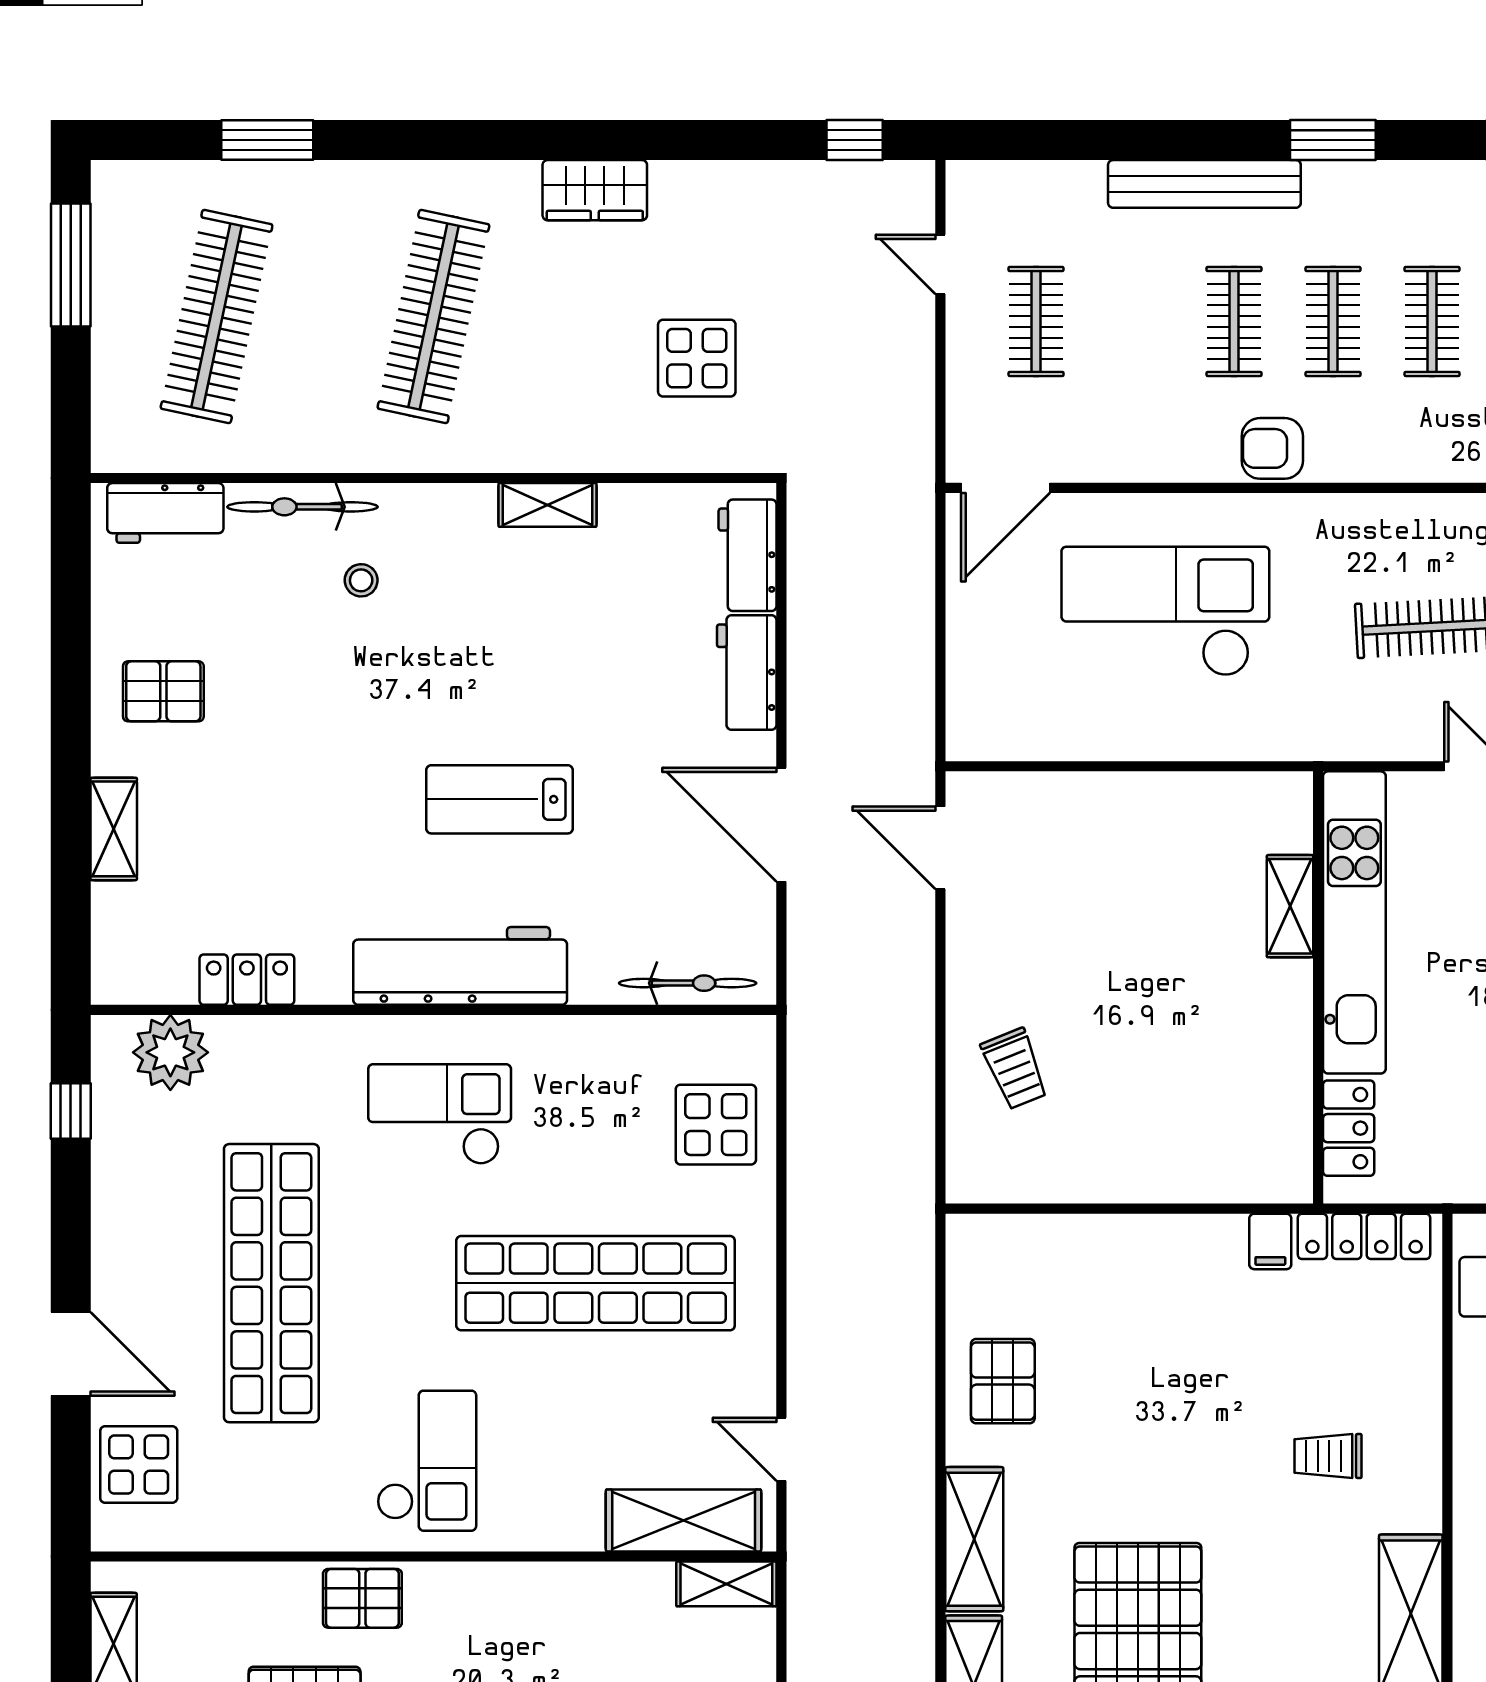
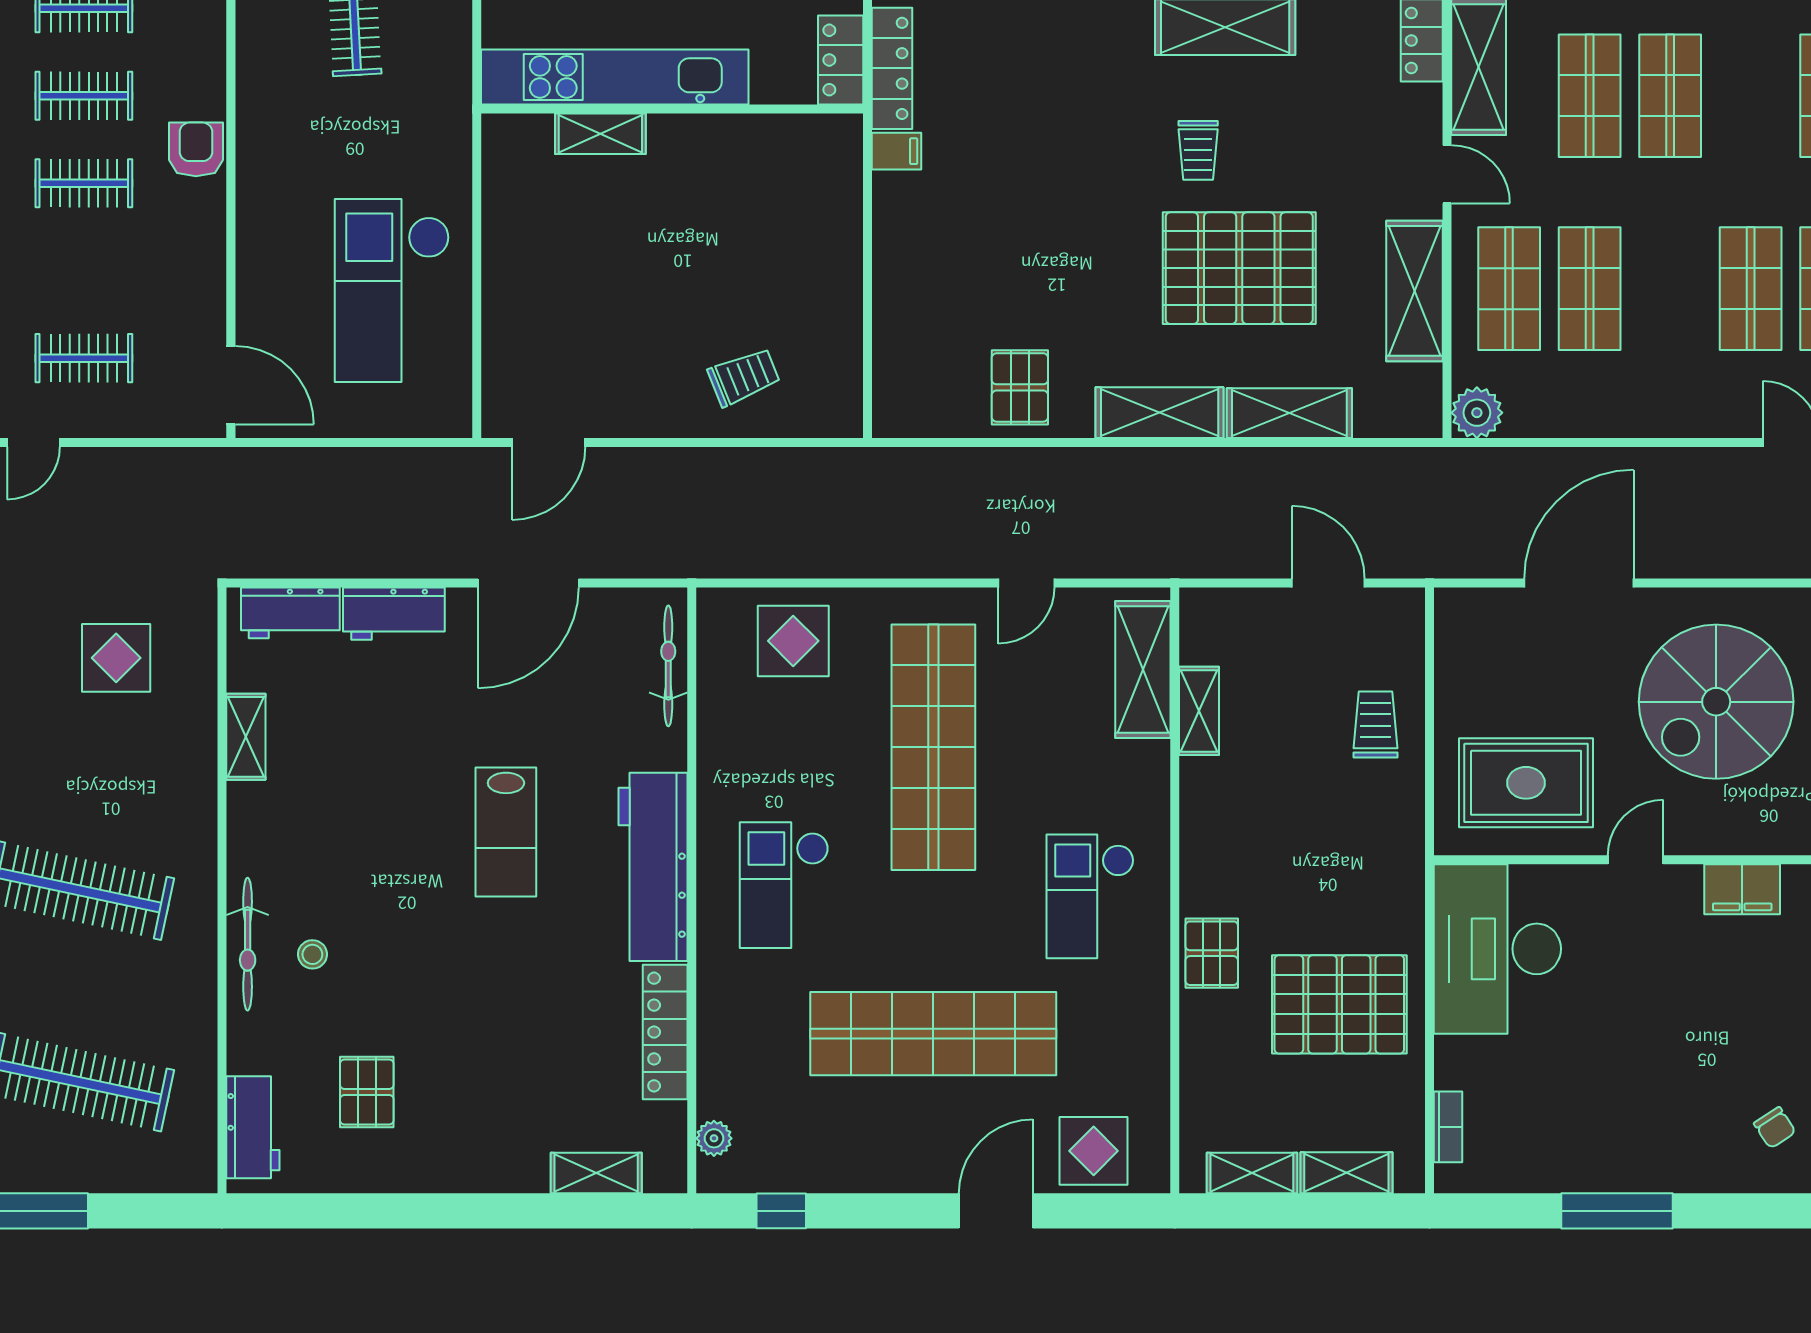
armchair: (1272, 448) -> (196, 149), turned 180
shelving: (548, 505) -> (246, 737), moved
bicycle: (302, 507) -> (248, 944), moved
checkout: (1165, 611) -> (392, 290), moved
pallet: (163, 691) -> (367, 1092), moved
shelving: (114, 829) -> (596, 1173), moved
locker: (247, 980) -> (665, 1032), width x1.53
plant: (170, 1052) -> (714, 1138), width x0.53, depth x0.53
locker: (1349, 1128) -> (841, 60), moved, turned -90
pallet: (1003, 1381) -> (1020, 387), turned 90
door: (781, 1449) -> (1026, 583), moved
trolley: (1328, 1456) -> (1198, 150), moved
checkout: (427, 1461) -> (1090, 896), turned -90
shelving: (726, 1584) -> (1199, 711), moved

